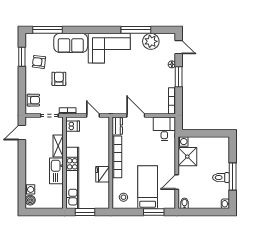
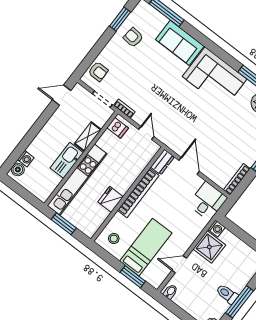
armchair: (59, 79) -> (140, 70), removed

